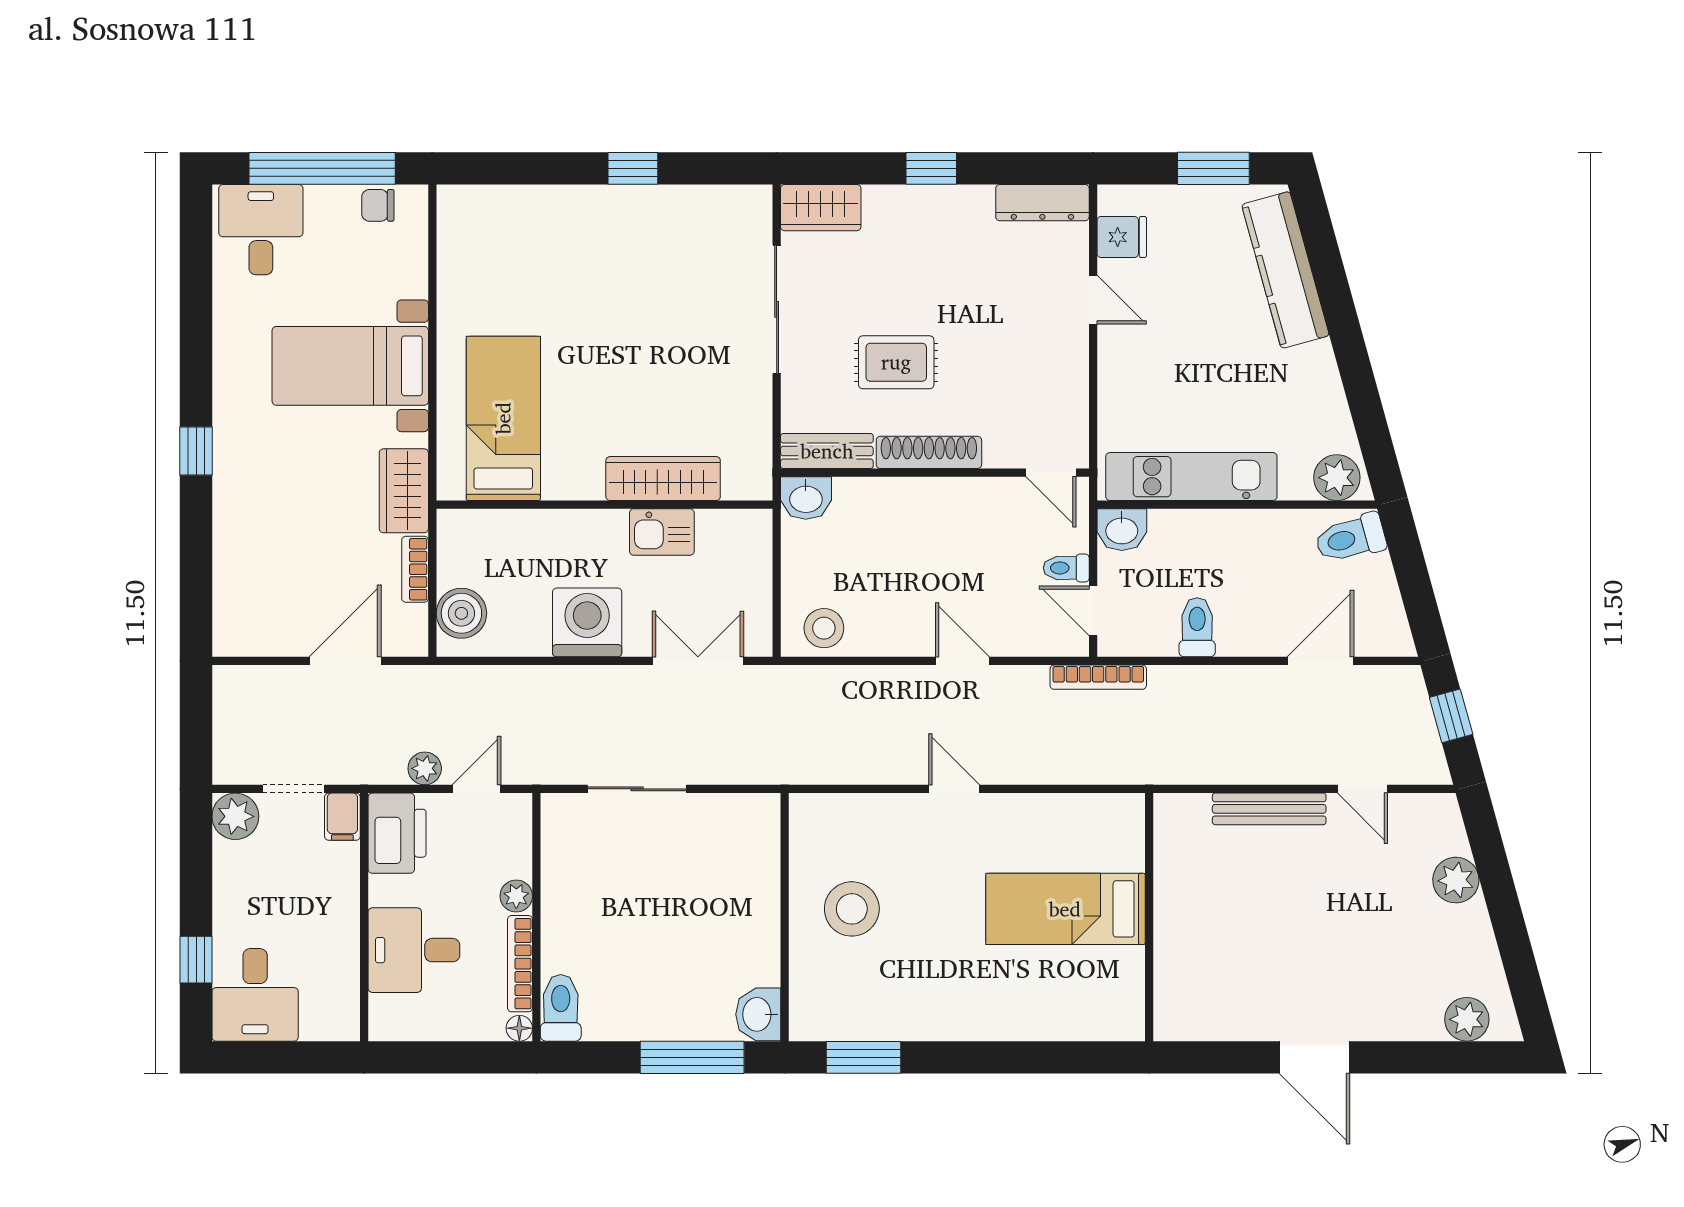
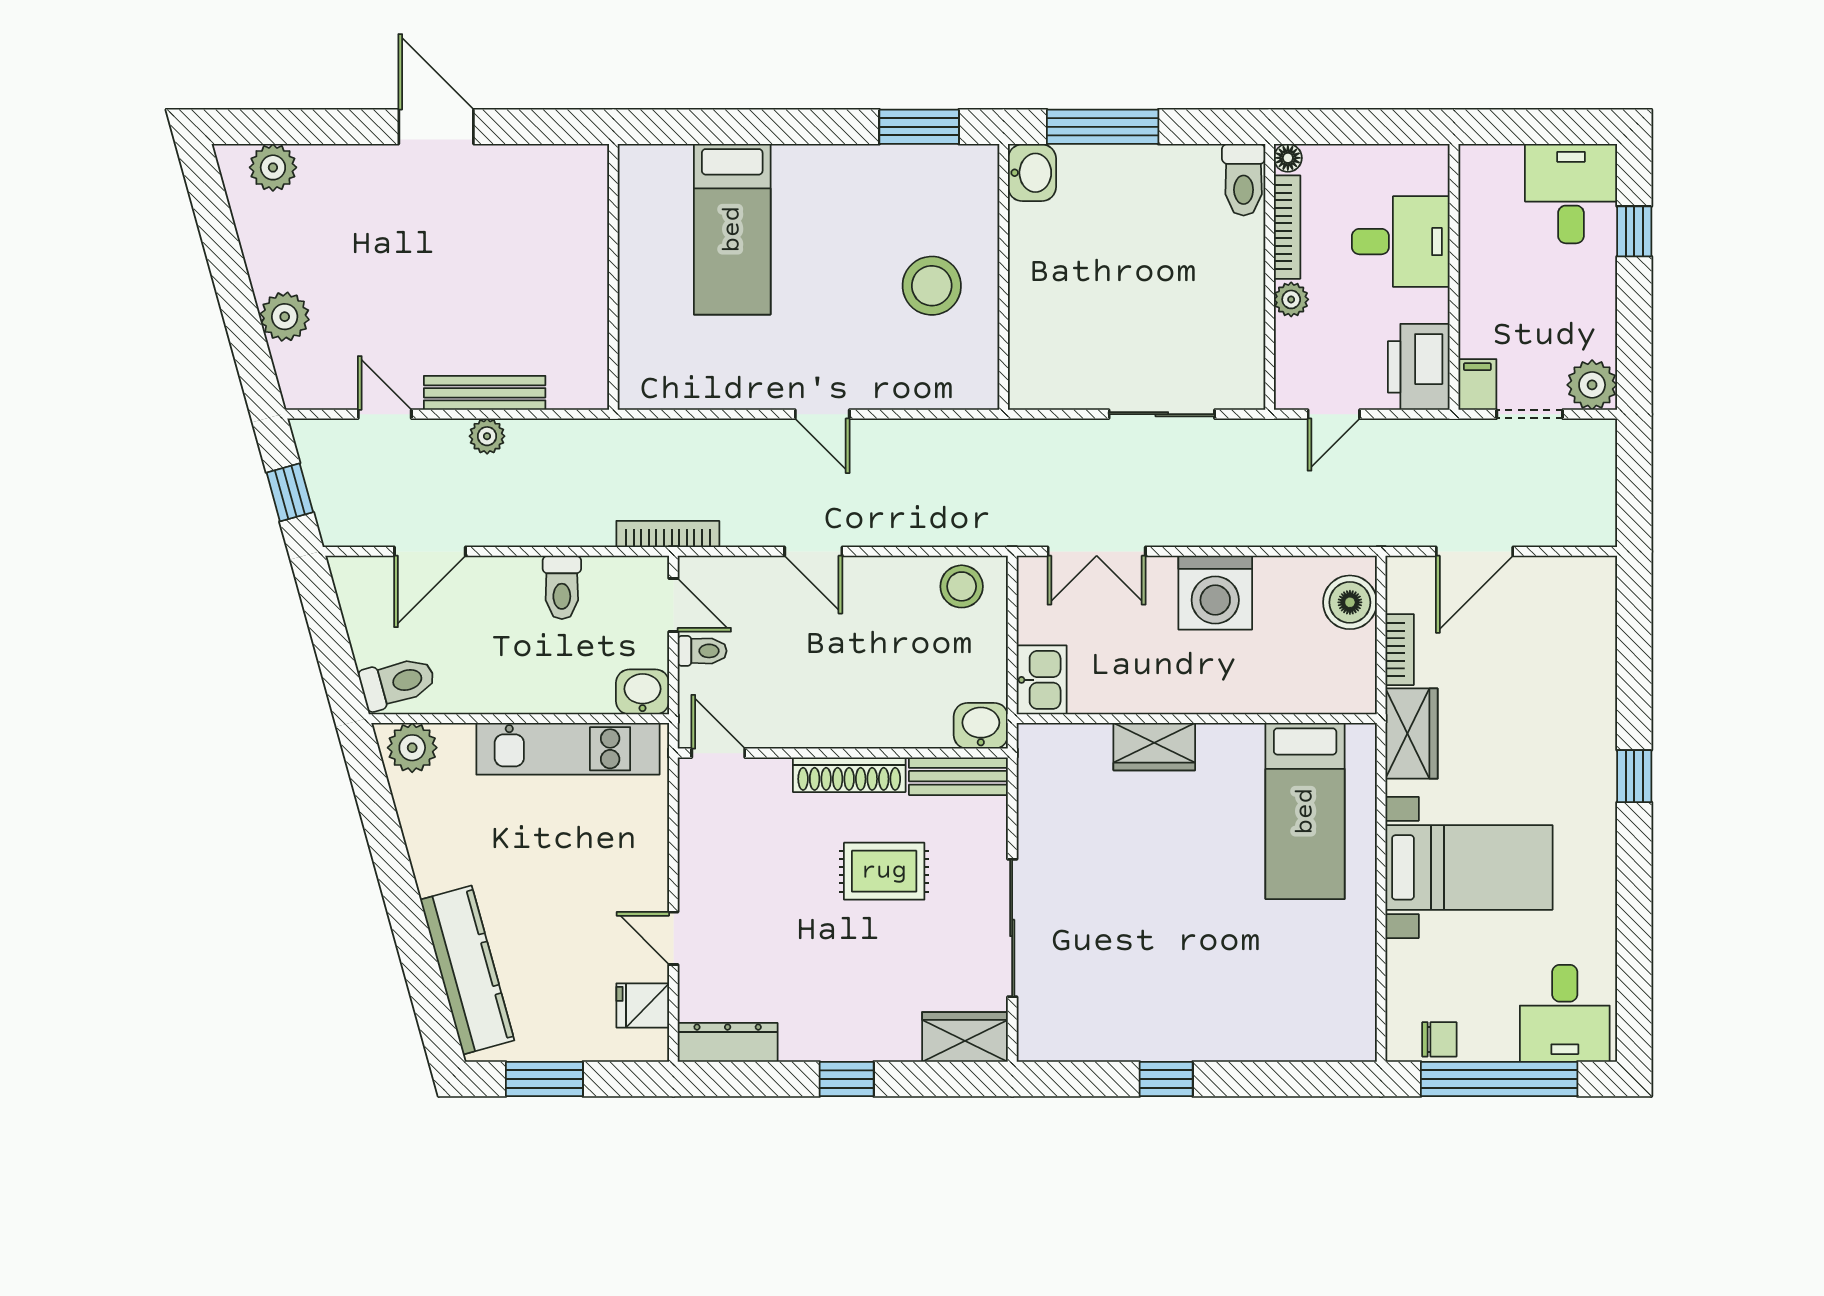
wardrobe: (663, 479) -> (1154, 747), width x0.67
kitchen sink: (662, 532) -> (1042, 680), moved, turned 90
plant: (425, 768) -> (487, 436), moved
bed: (1065, 909) -> (732, 229), moved, turned 90

